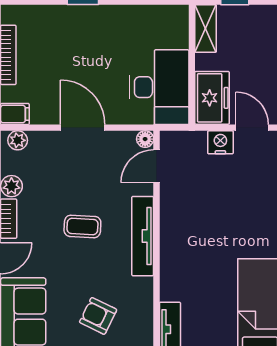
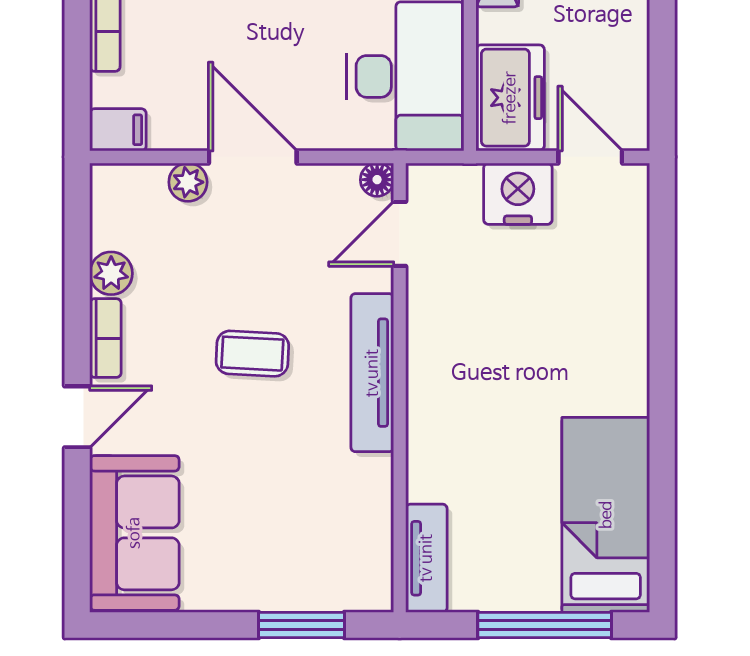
plant: (18, 140) -> (188, 182), moved
nightstand: (220, 142) -> (518, 194), width x1.36, depth x1.33
armchair: (98, 316) -> (283, 532), removed

